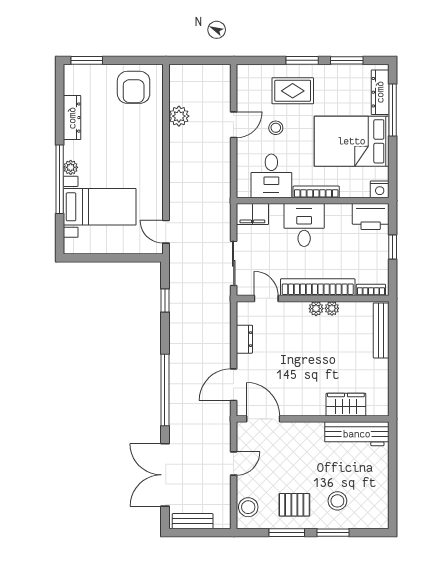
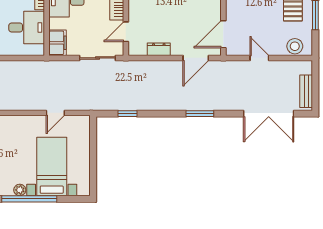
door: (166, 232) -> (55, 113), moved
door: (234, 385) -> (196, 58), hinge flipped
window: (165, 390) -> (200, 114), width x0.47

